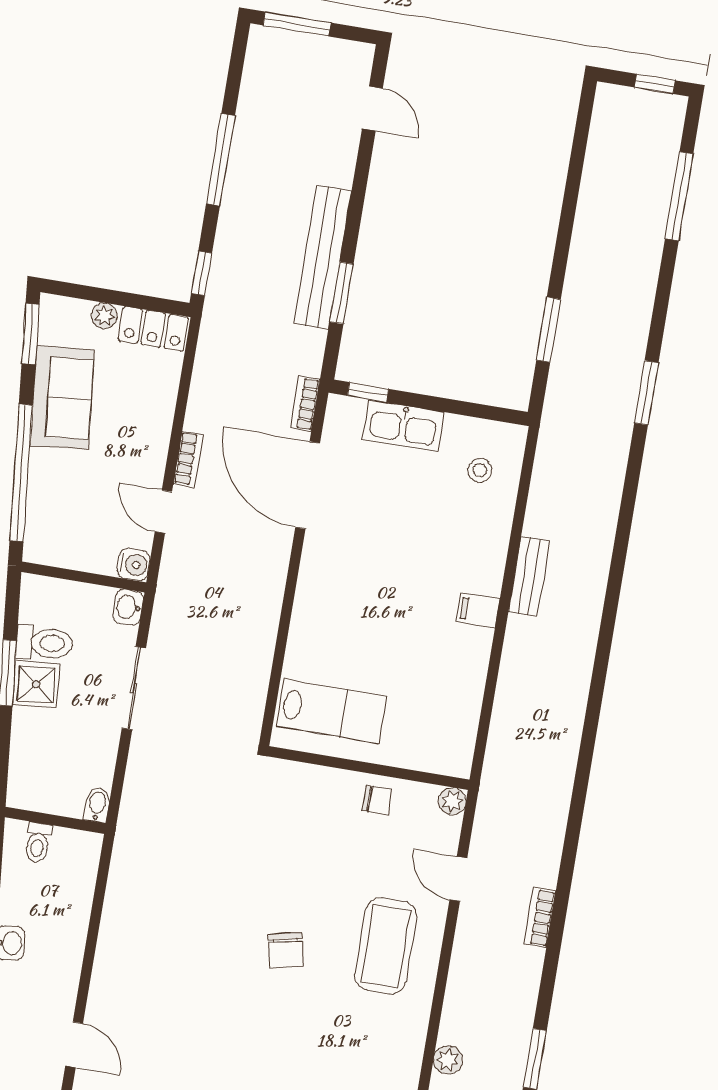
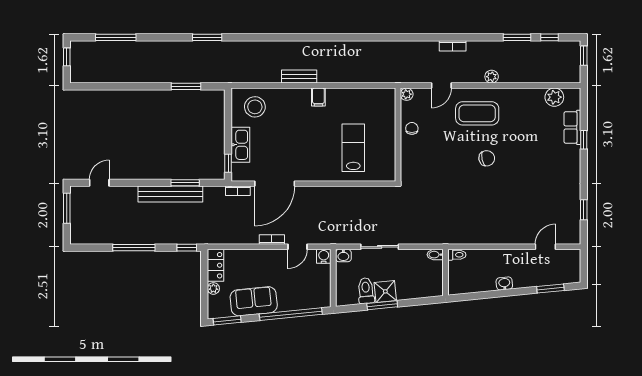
window: (297, 24) -> (67, 208), moved
stool: (480, 470) -> (255, 107), width x1.89, depth x1.89
lab bench: (331, 711) -> (353, 148), moved
toilet: (38, 843) -> (457, 255), moved
plant: (448, 1060) -> (492, 77), moved

